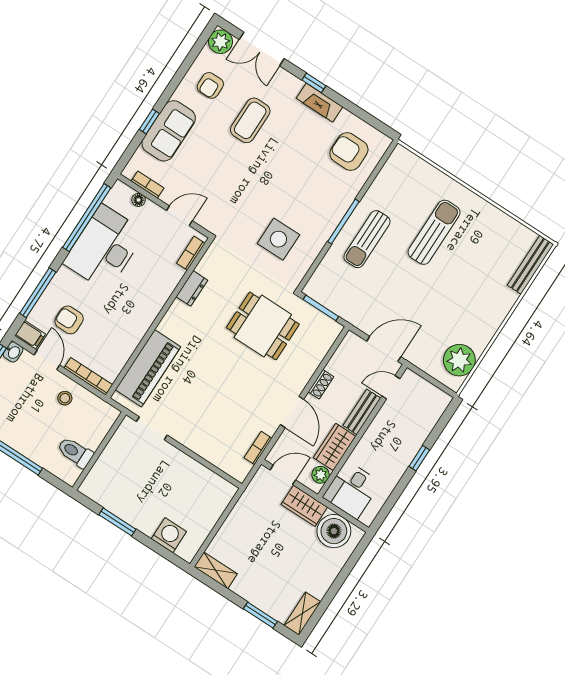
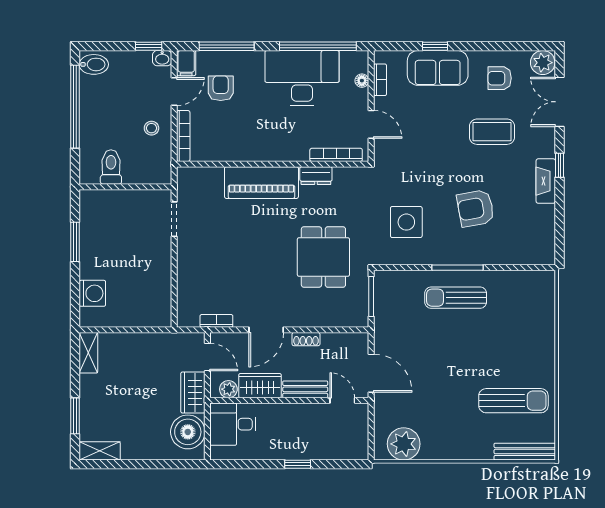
armchair: (349, 152) -> (476, 208), moved, turned -100
sun lounger: (434, 232) -> (513, 401), moved
bookcase: (191, 253) -> (336, 155), width x1.56
piano: (148, 368) -> (261, 183), moved

